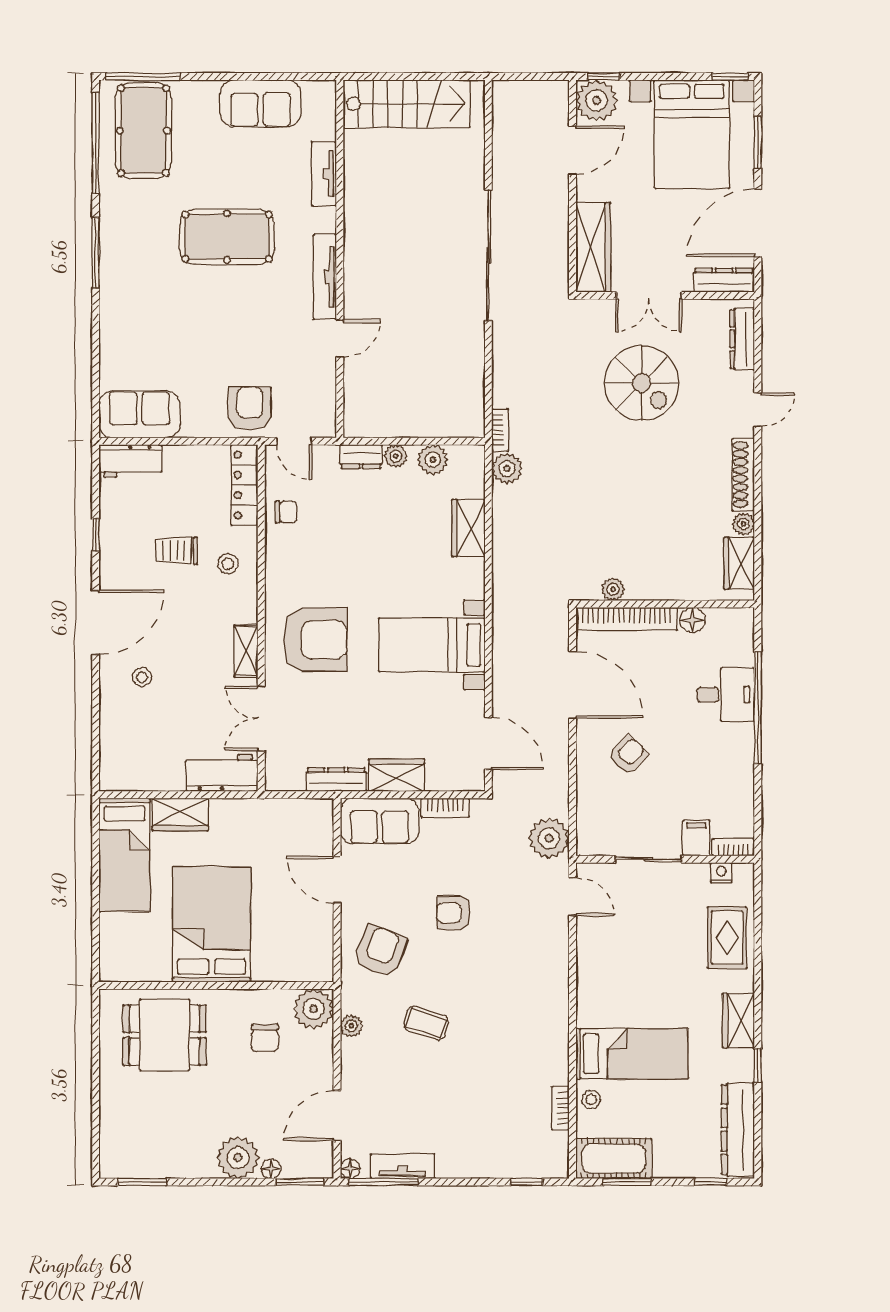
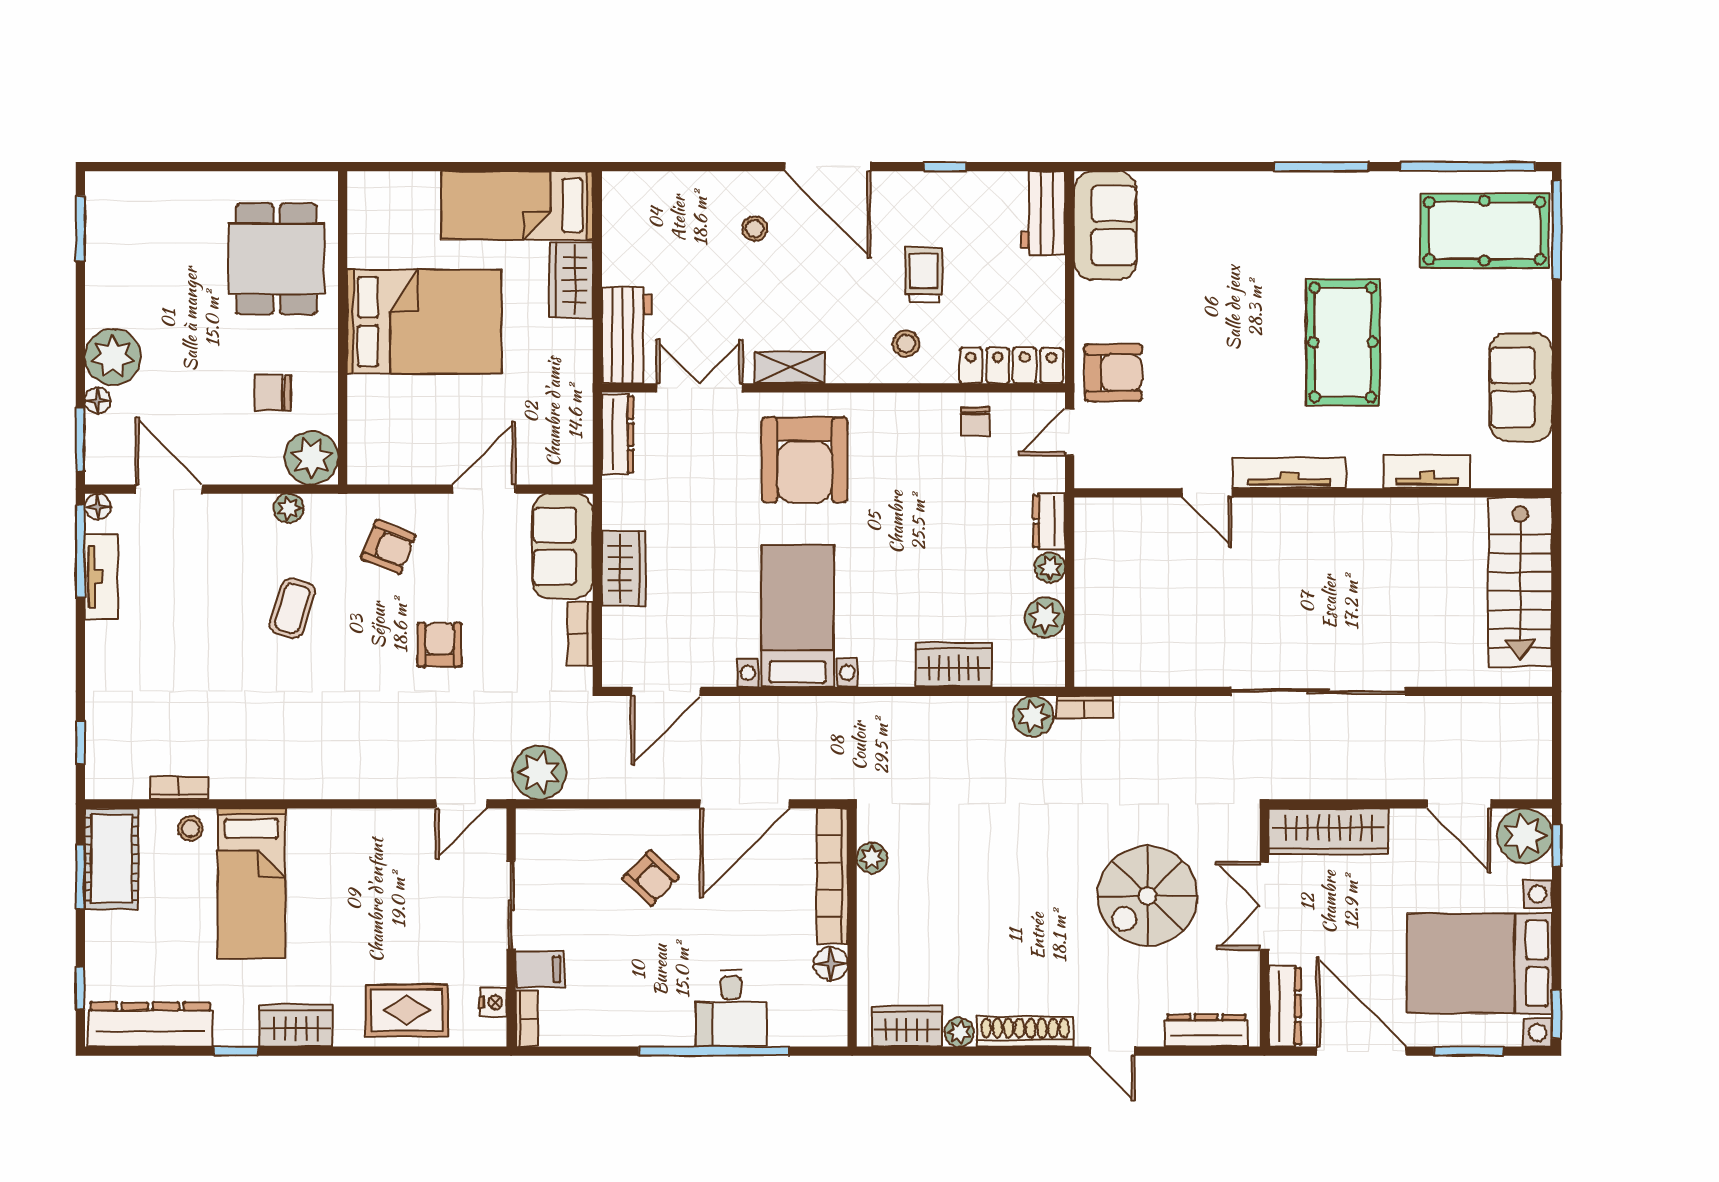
dresser: (336, 780) -> (618, 434), moved
armchair: (380, 951) -> (388, 547), width x0.72, depth x0.72

